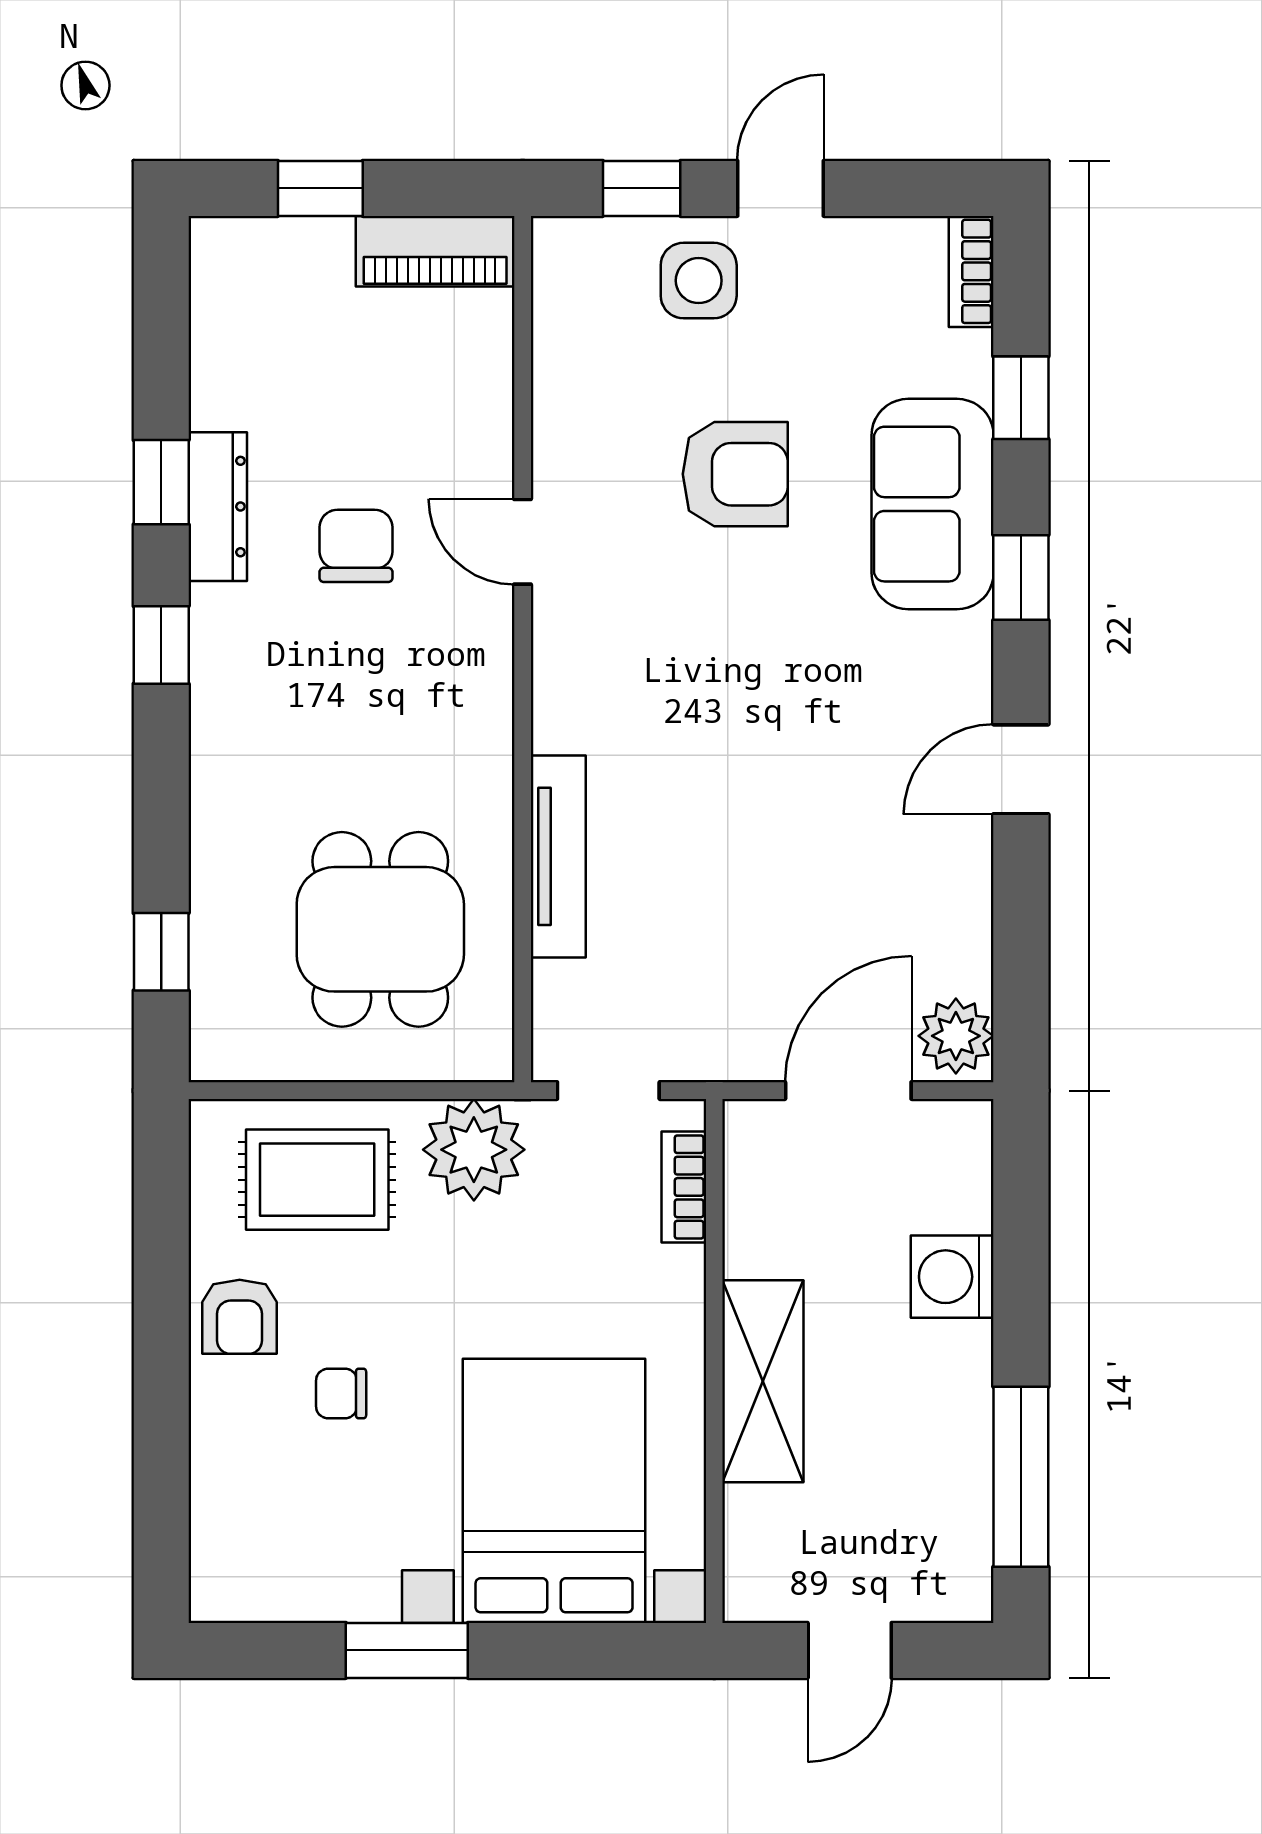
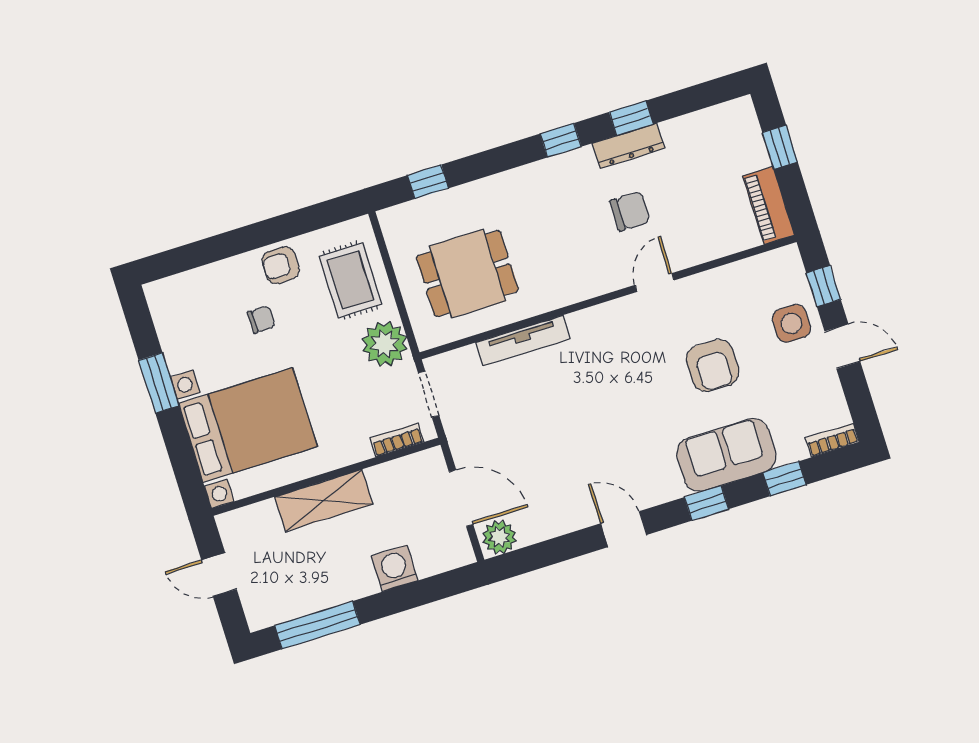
chair: (341, 1394) -> (261, 320), turned 90

